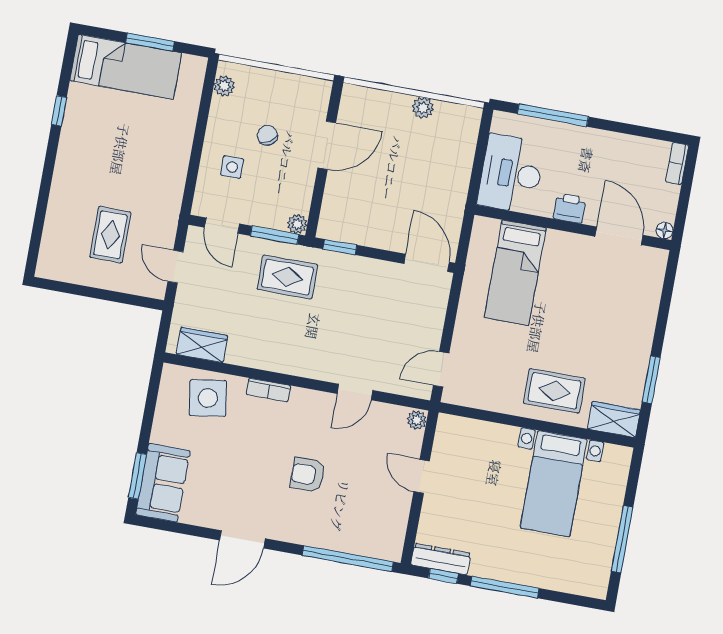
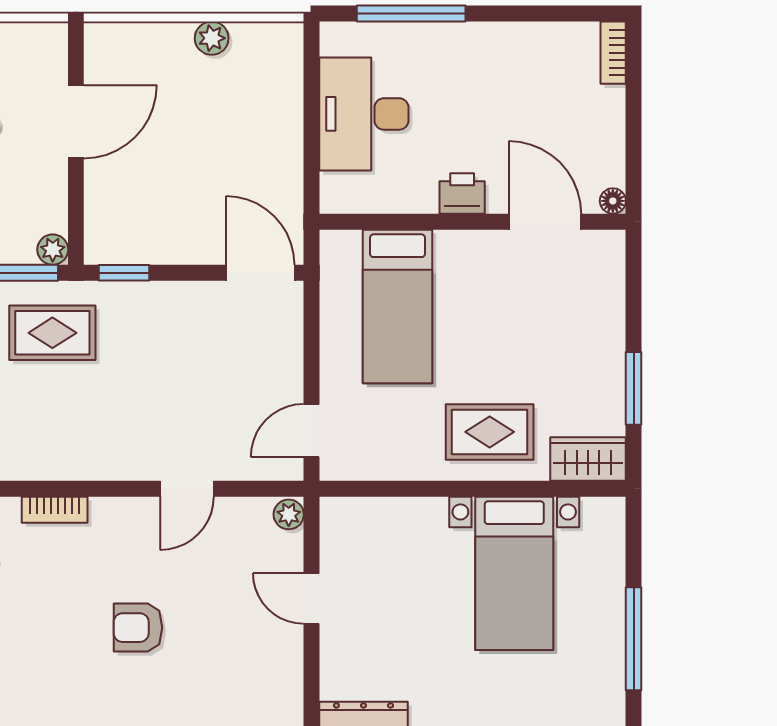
printer: (570, 208) -> (462, 193), moved
wall: (573, 227) -> (473, 222), moved
floor lamp: (665, 230) -> (613, 201), moved
door: (619, 236) -> (545, 222), moved
bed: (515, 273) -> (397, 306), moved

